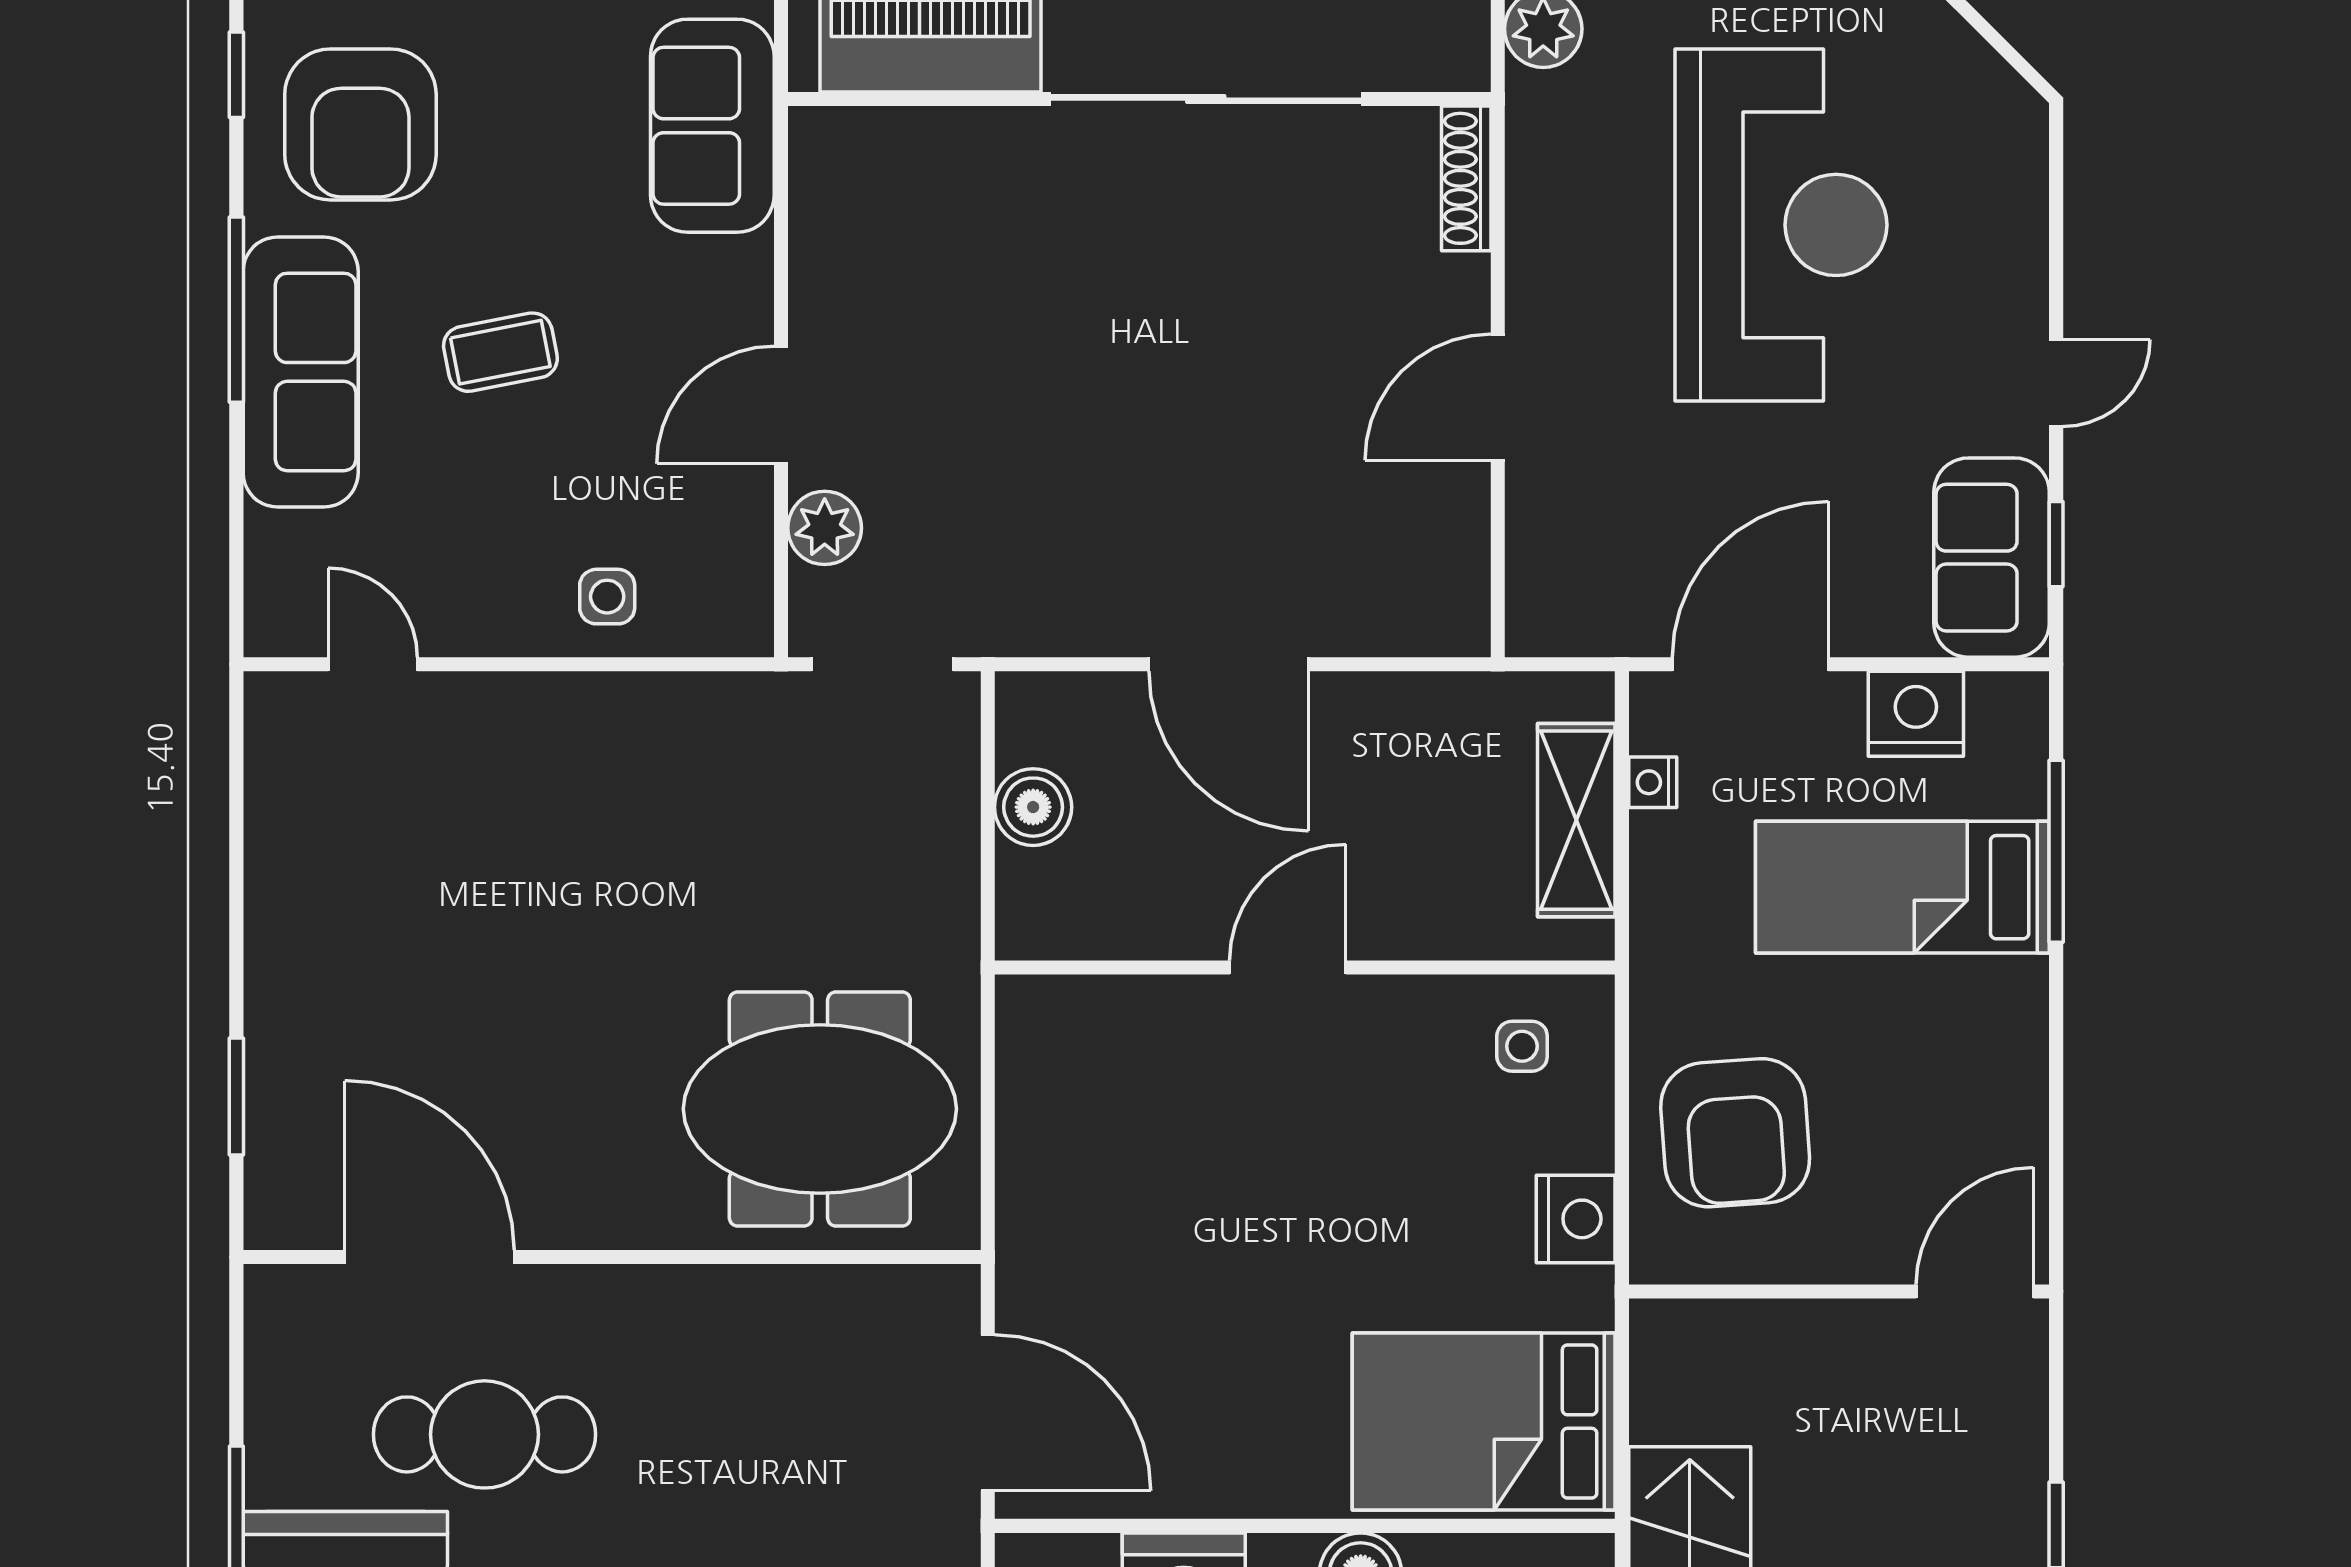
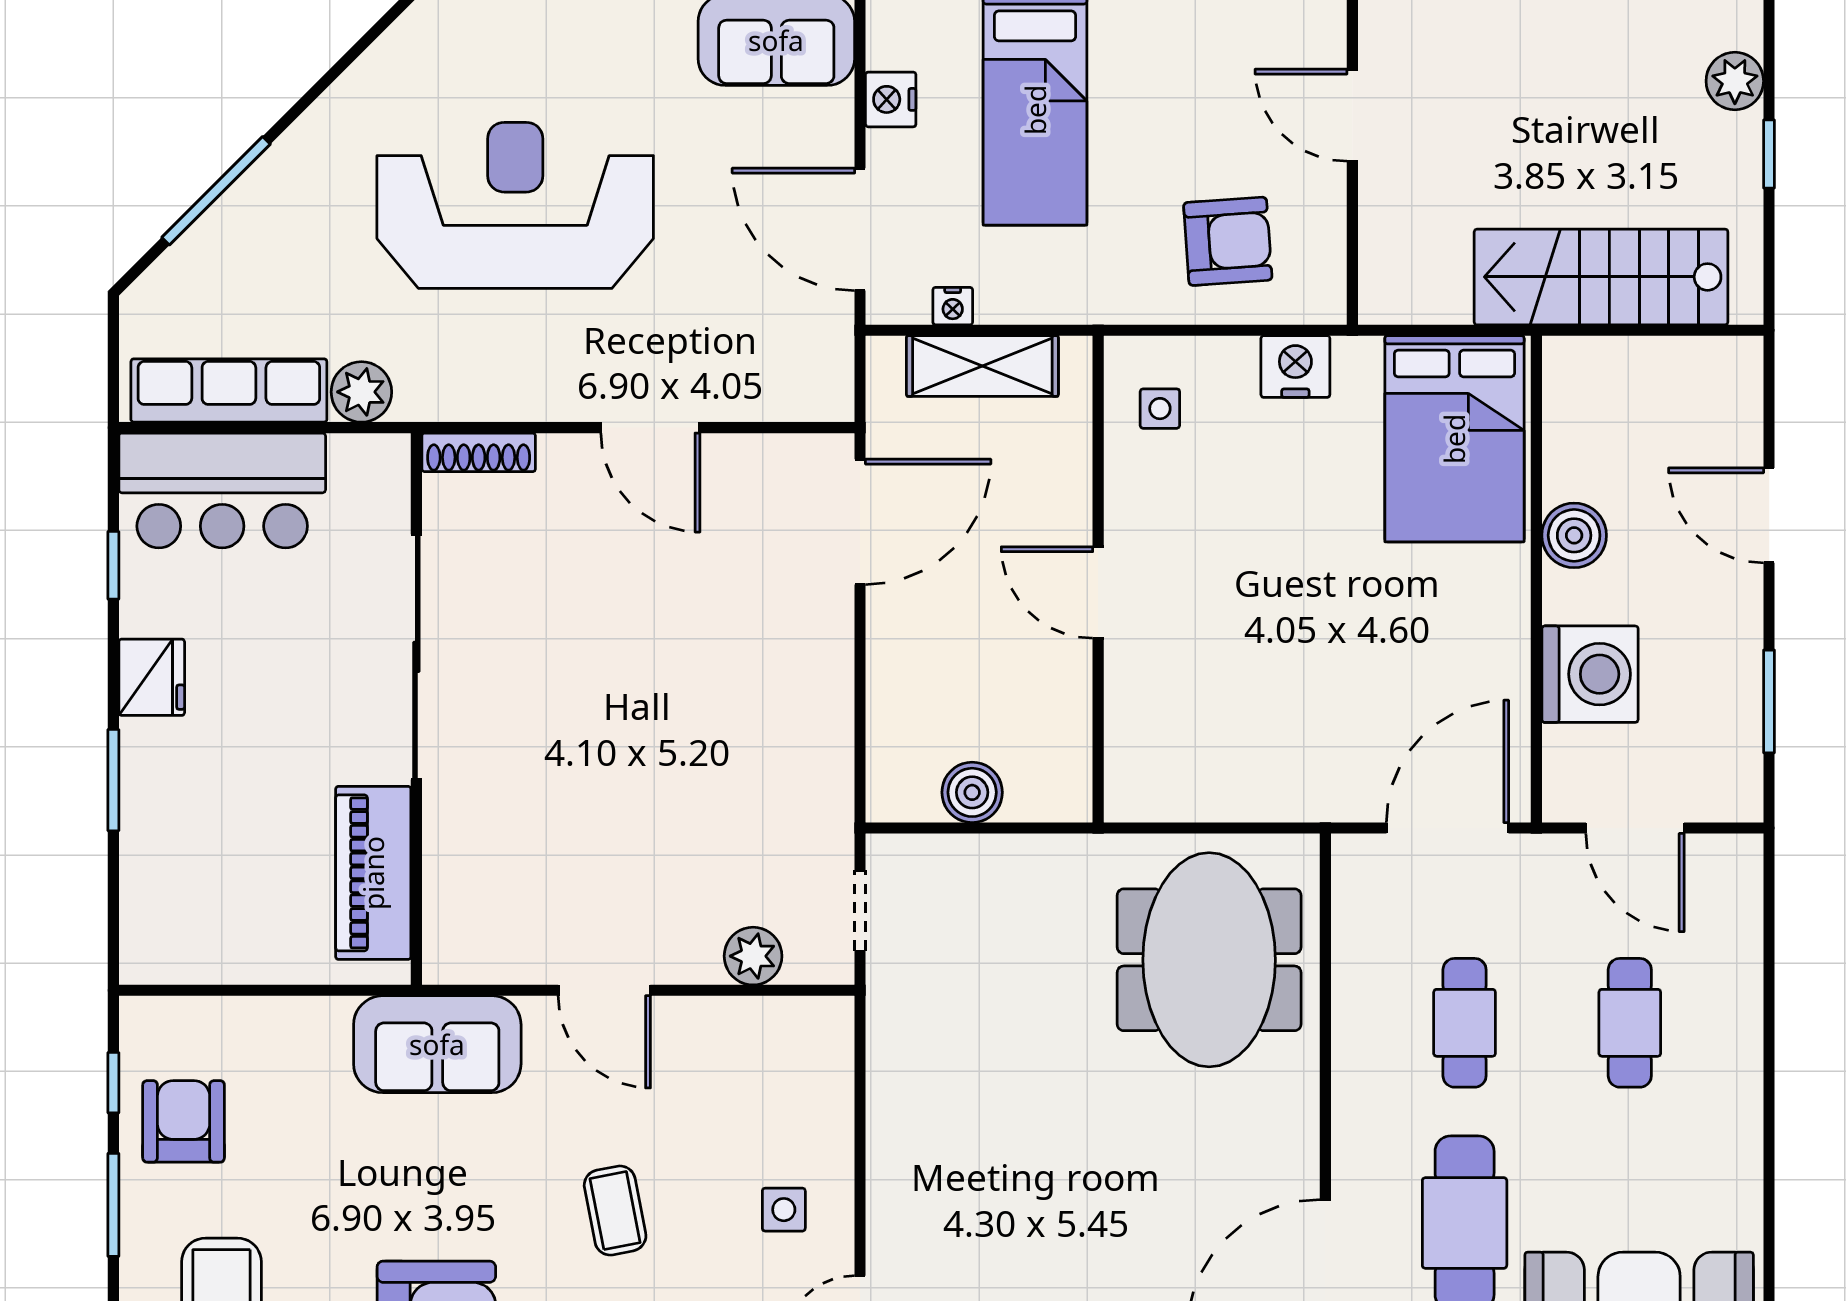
door: (781, 405) -> (604, 990), moved
side table: (607, 597) -> (784, 1210), moved
doorway: (882, 664) -> (860, 911), width x0.73
door: (1229, 664) -> (860, 522), moved
nightstand: (1916, 714) -> (891, 99), width x0.74, depth x0.75
armchair: (1735, 1133) -> (1228, 241), width x0.73, depth x0.73
door: (1975, 1292) -> (1352, 115), moved
cafe table: (740, 1434) -> (1465, 1023), added

